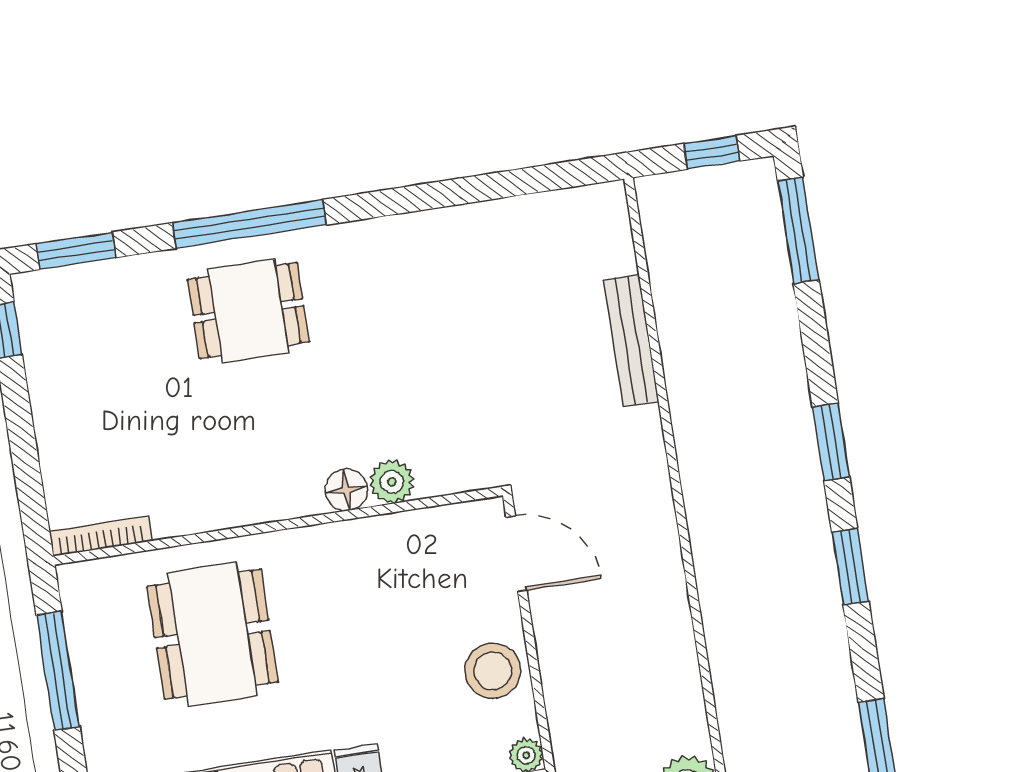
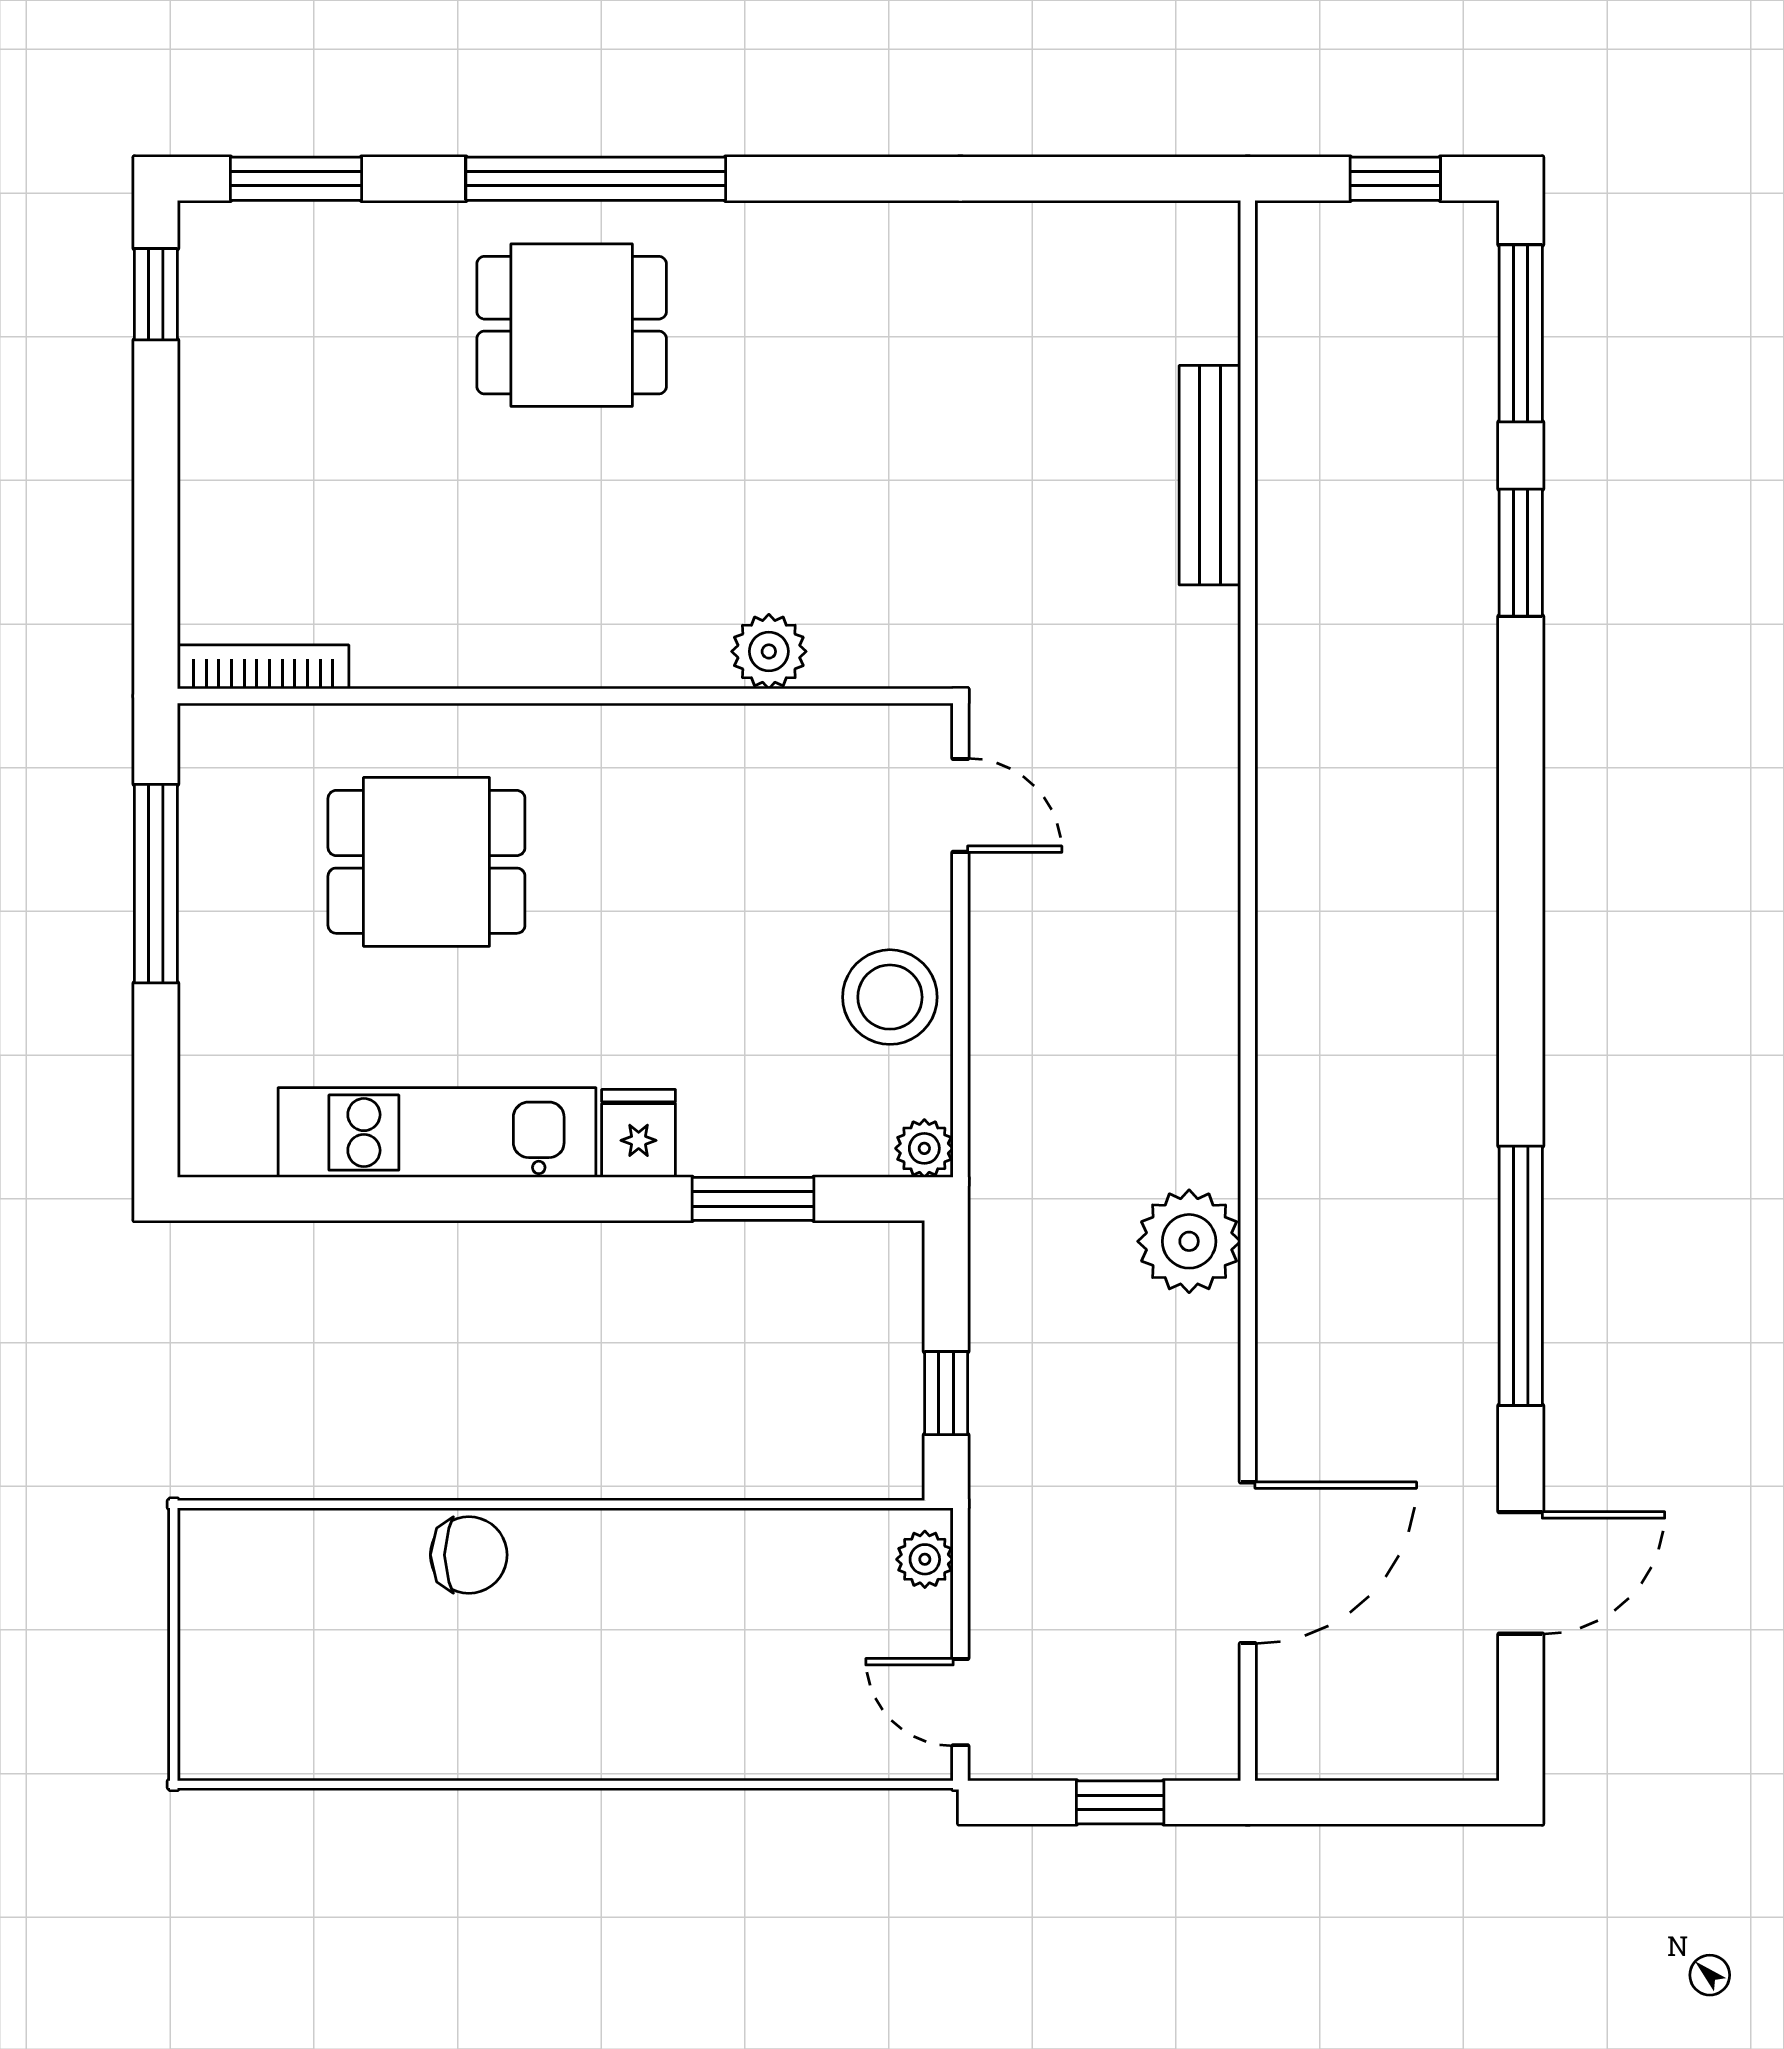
window: (831, 442) -> (1521, 553), moved
floor lamp: (346, 490) -> (690, 653), removed
door: (516, 554) -> (960, 805), width x0.73
window: (850, 567) -> (1521, 915), removed
dining table: (213, 634) -> (426, 862), width x0.73

